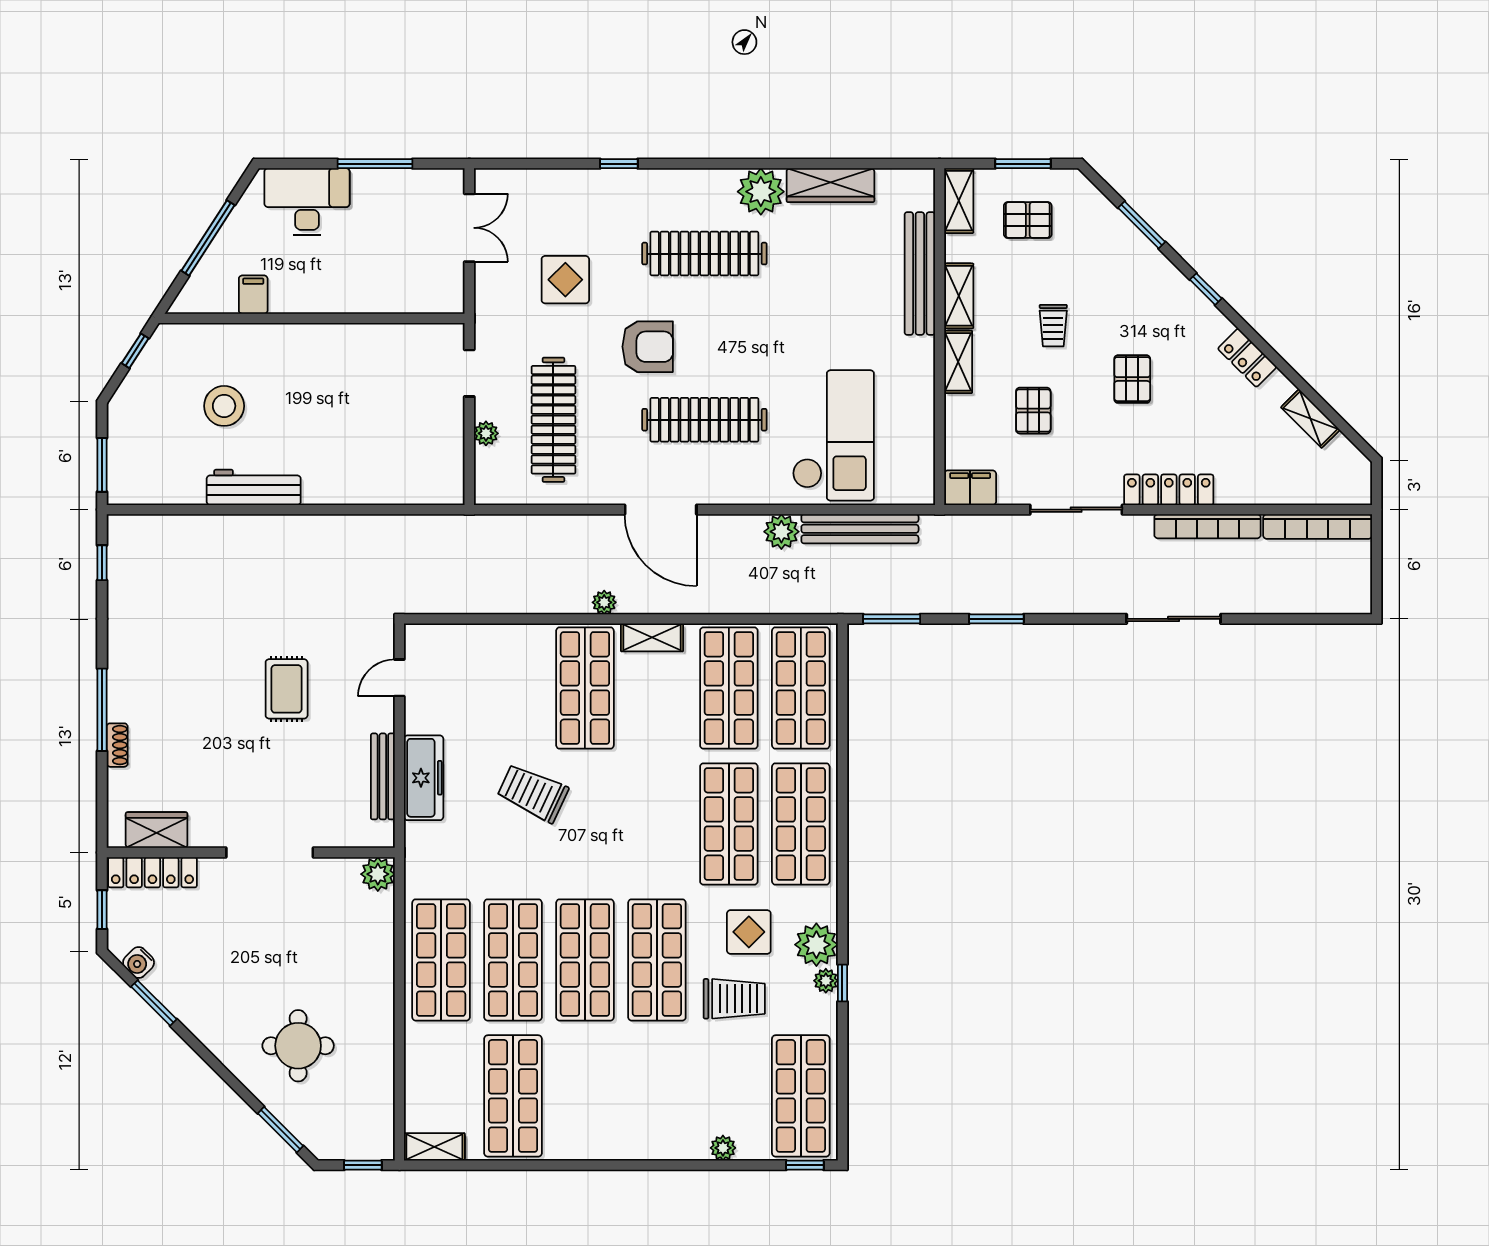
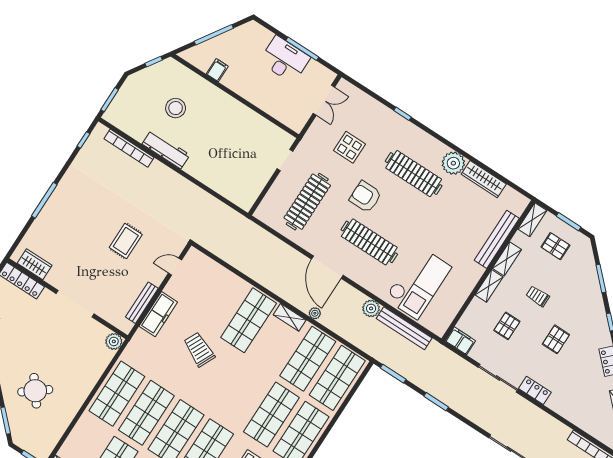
desk: (307, 202) -> (285, 60), moved
trolley: (1053, 326) -> (538, 296), turned 90
armchair: (648, 347) -> (365, 197), turned 180
plant: (486, 433) -> (276, 189), removed
locker: (1169, 490) -> (535, 390), width x0.66
bookcase: (1207, 526) -> (129, 148), moved
plant: (604, 602) -> (315, 313), moved
shoe rack: (117, 745) -> (41, 219), removed
round table: (298, 1046) -> (35, 391), turned -38

